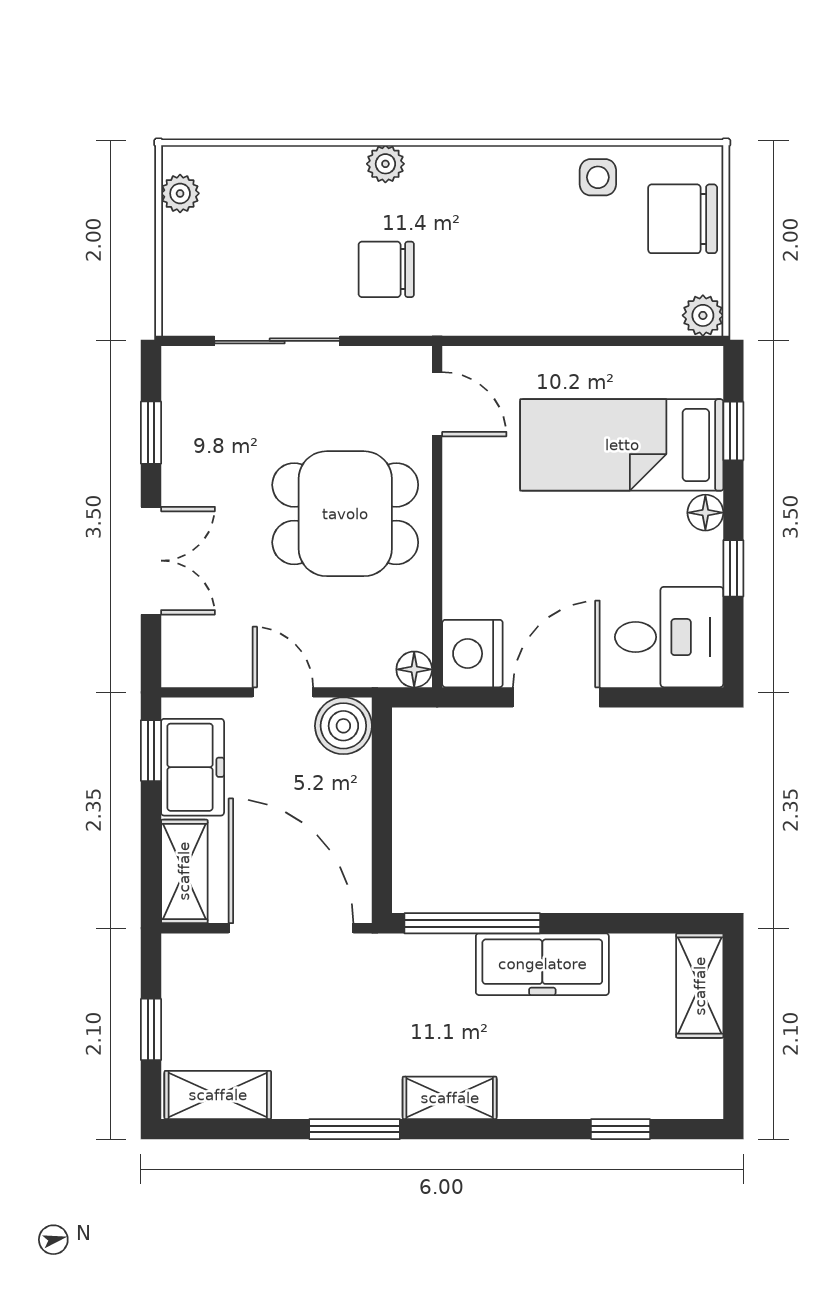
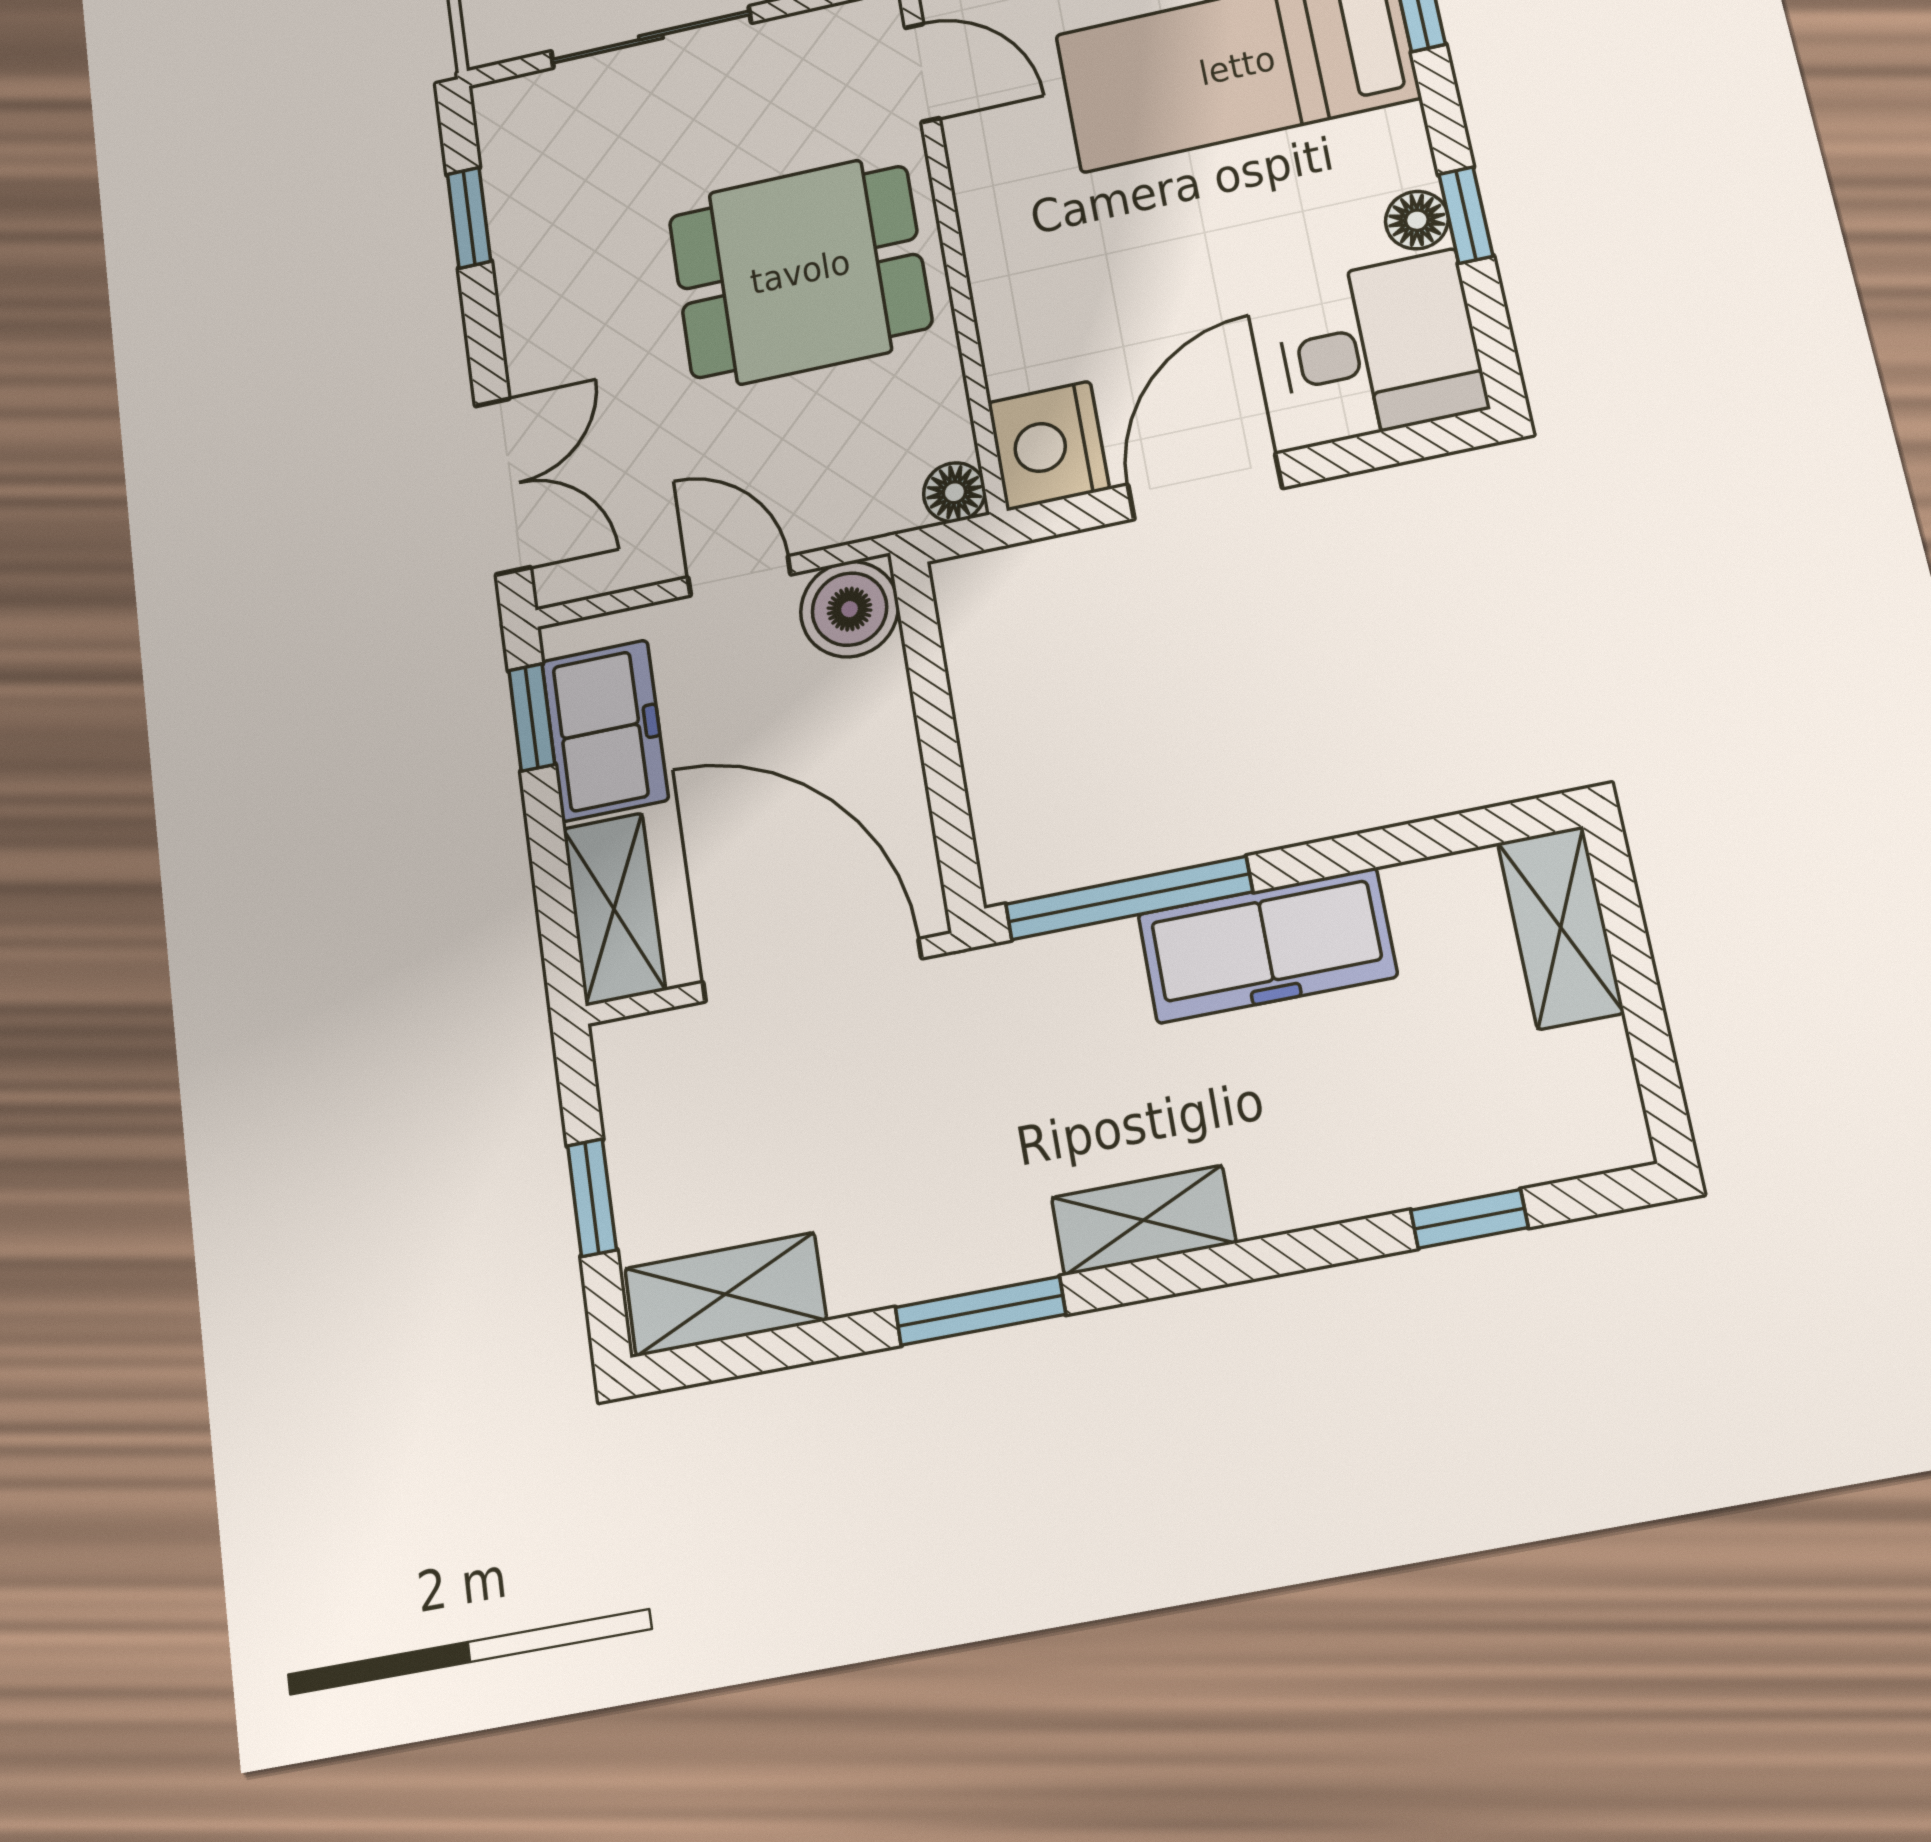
floor lamp: (705, 513) -> (1417, 220), moved
double door: (151, 561) -> (503, 486), moved

